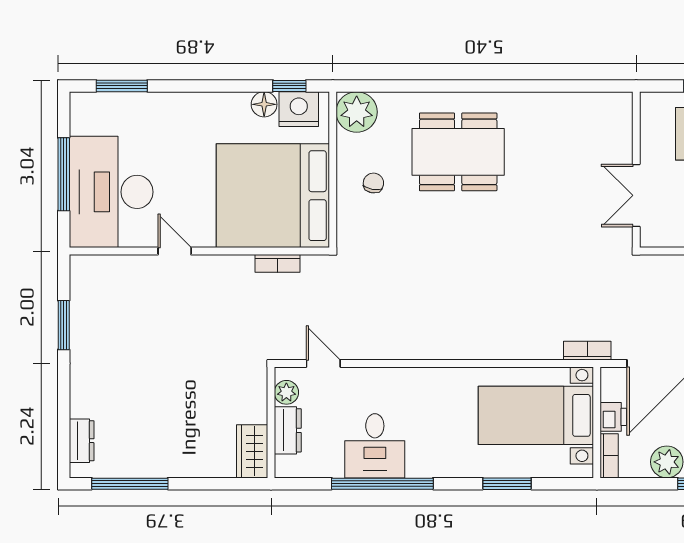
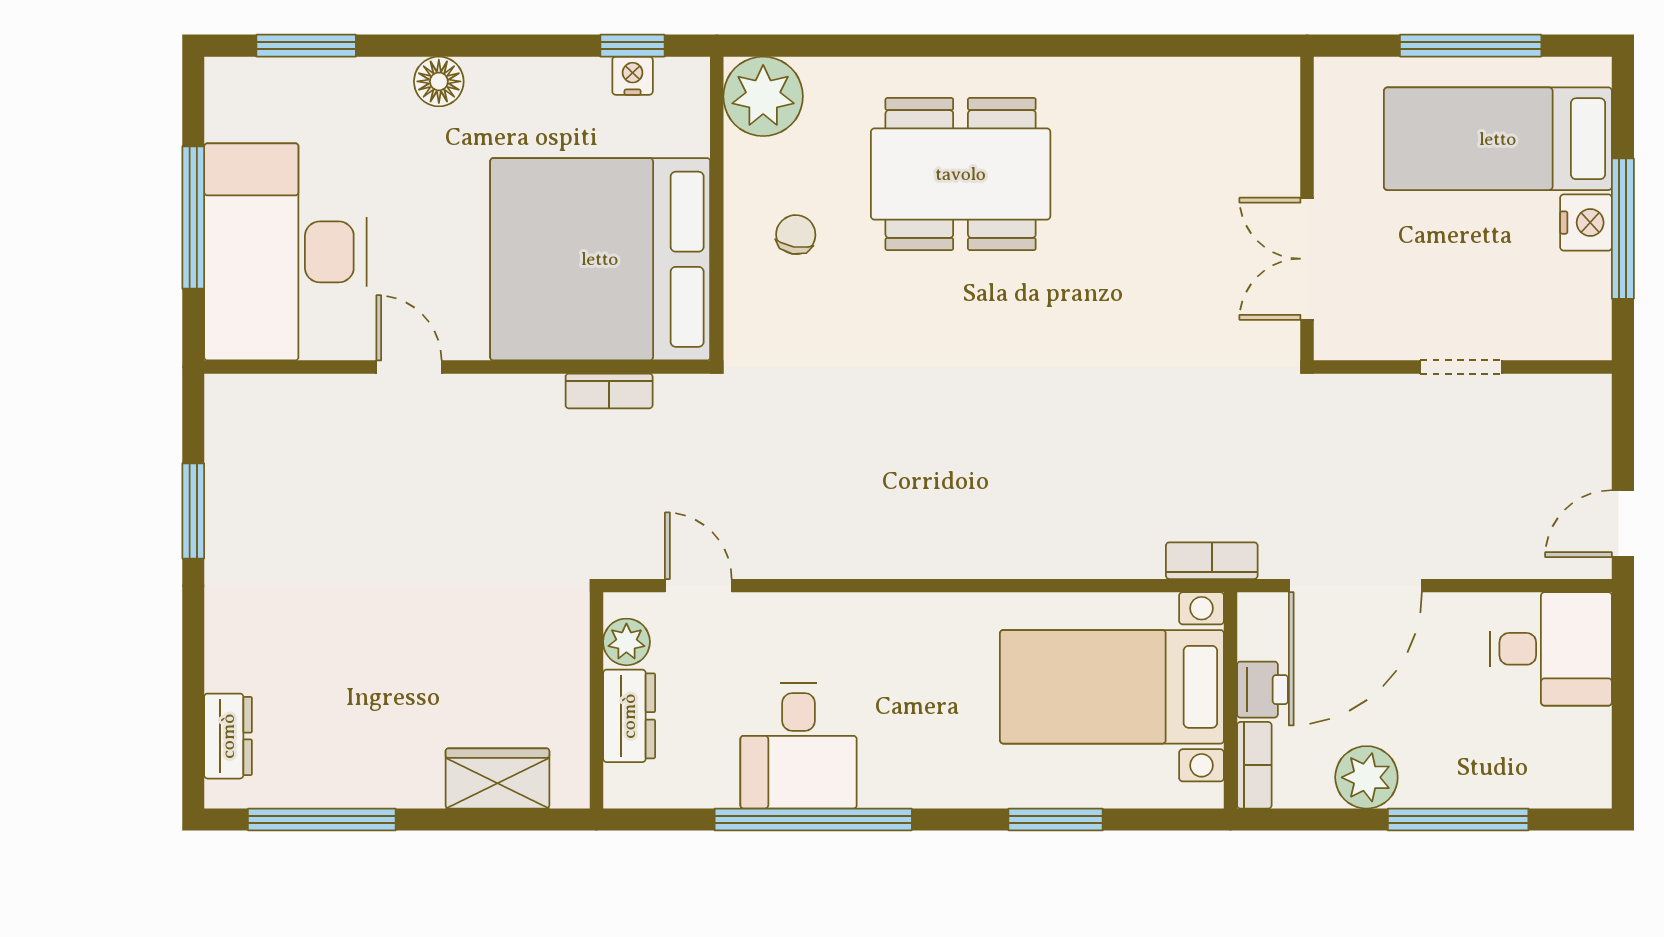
floor lamp: (264, 104) -> (439, 81), moved
nightstand: (299, 109) -> (633, 76), width x0.53, depth x0.56
wardrobe: (252, 451) -> (497, 778), moved, turned 90

